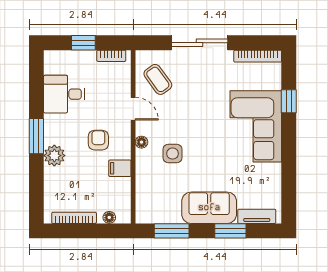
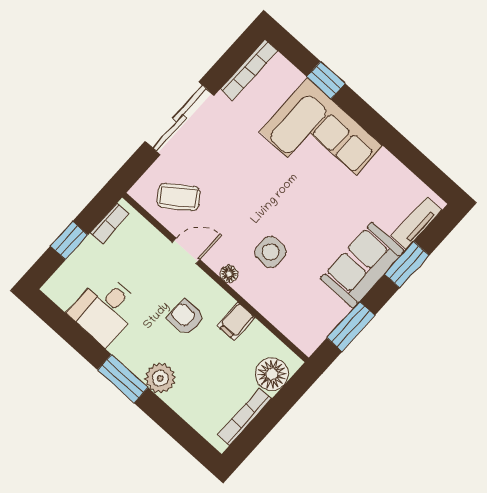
floor lamp: (109, 217) -> (272, 374), width x1.89, depth x1.89

